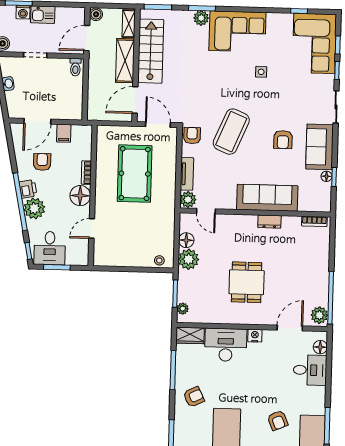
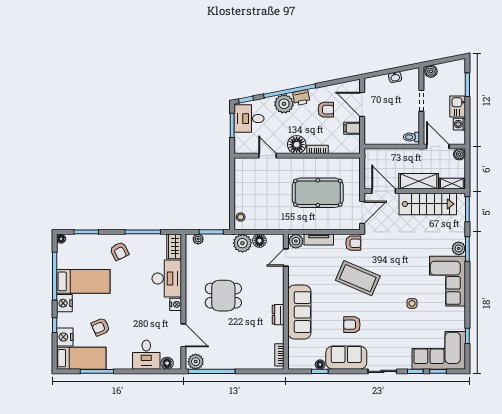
washing machine: (23, 12) -> (459, 124), moved

